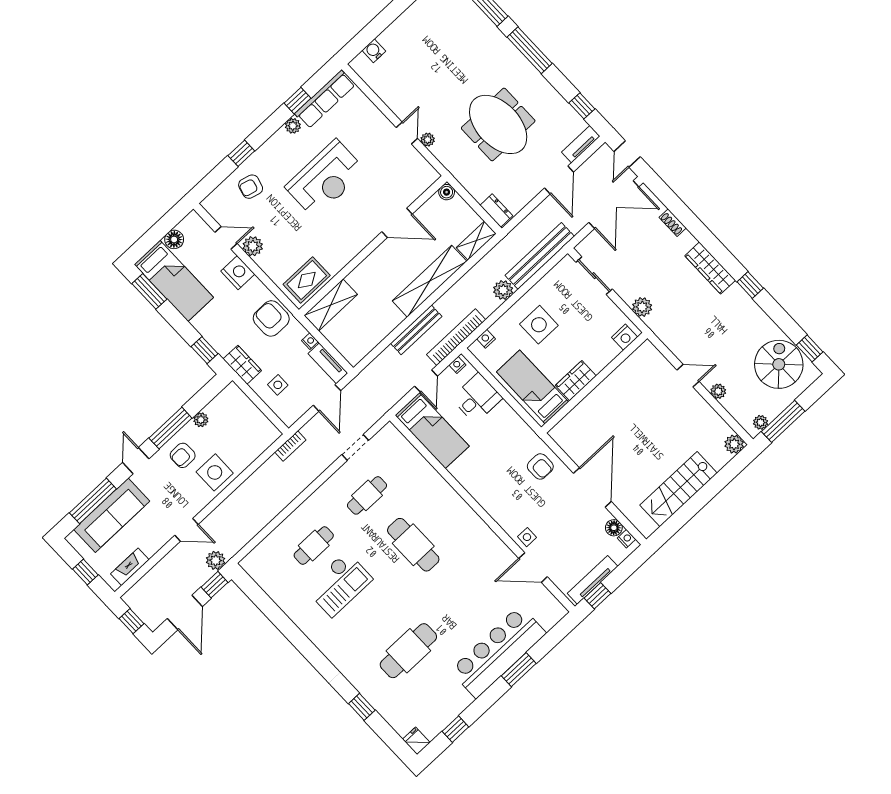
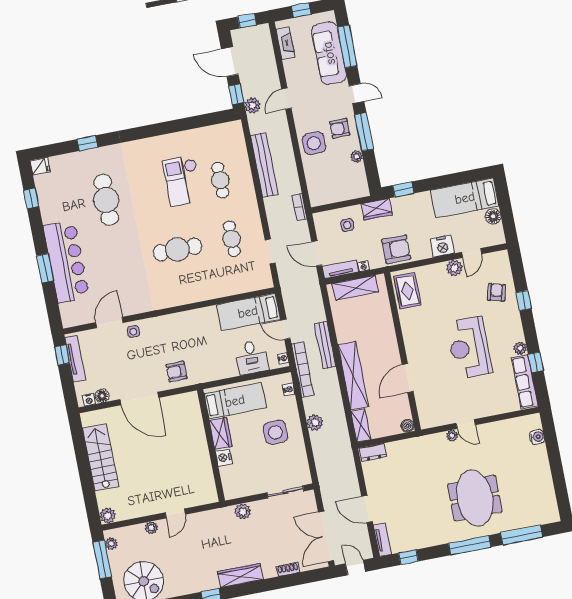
meeting table: (498, 124) -> (475, 498), moved, turned 90
bench: (540, 256) -> (264, 165), moved
window: (149, 291) -> (468, 177), removed
shelving: (331, 305) -> (355, 288), moved, turned 90
nightstand: (625, 337) -> (224, 457), moved
armchair: (183, 455) -> (340, 128), turned -90

